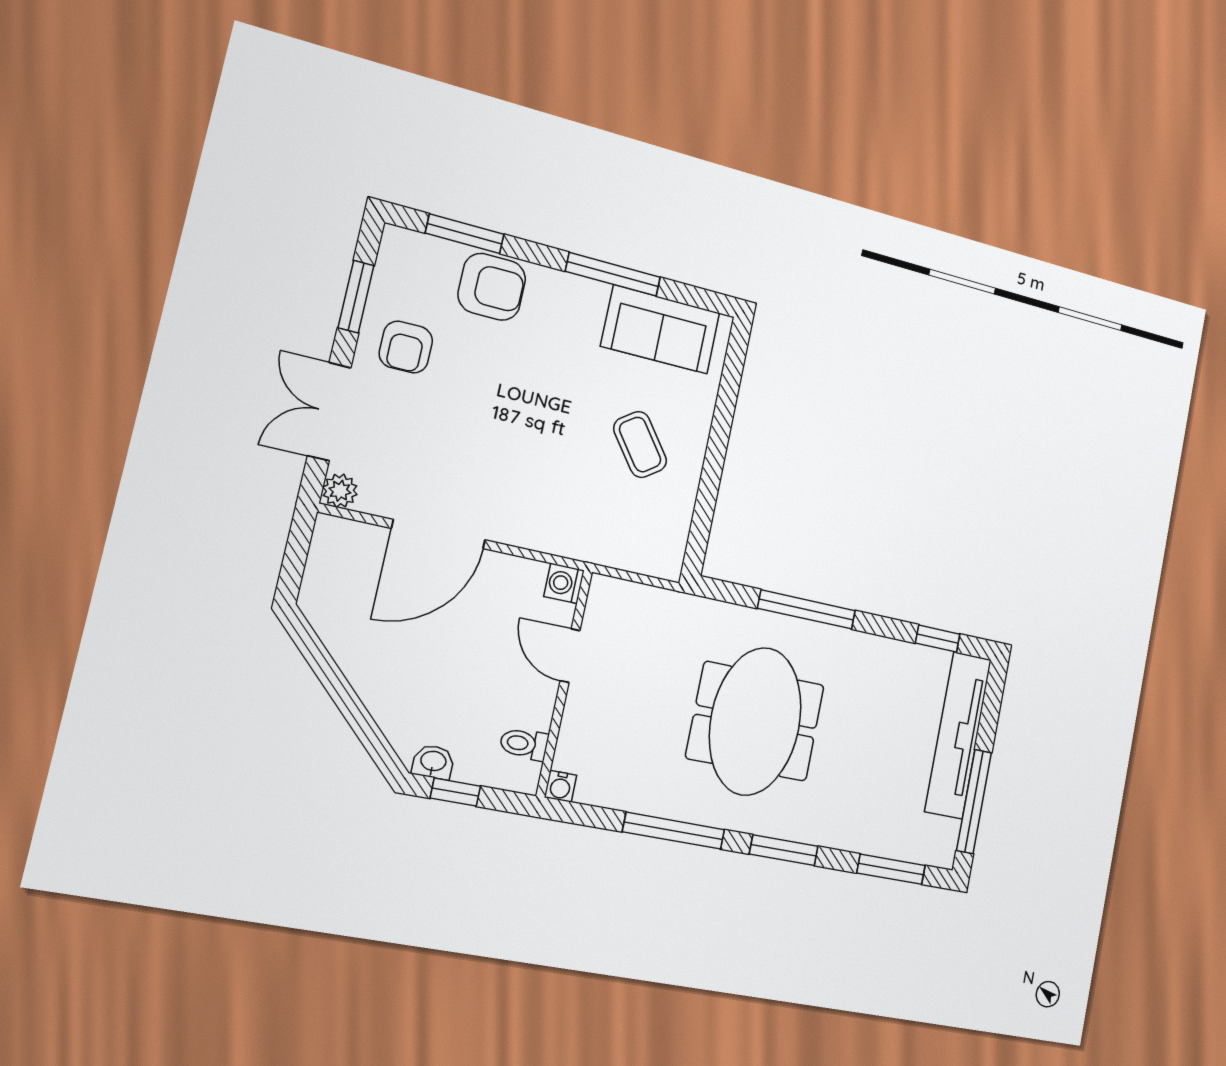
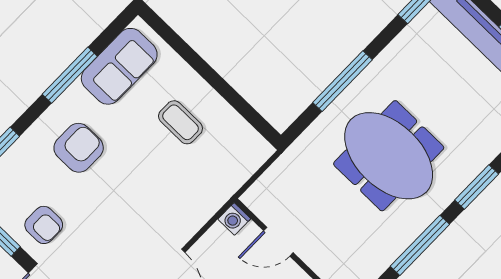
armchair: (492, 287) -> (79, 148), moved
coffee table: (640, 445) -> (180, 122), turned 36

